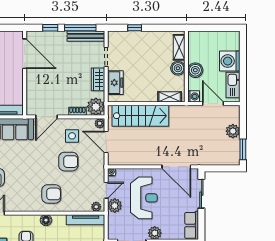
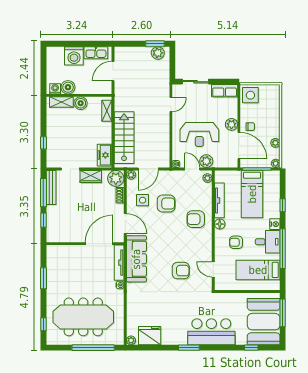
door: (25, 54) -> (99, 244), moved
boiler: (195, 70) -> (68, 87), moved
freezer: (115, 83) -> (104, 155), moved, turned -90
washing machine: (194, 96) -> (55, 89), moved
plant: (233, 131) -> (158, 53), moved
armchair: (68, 162) -> (166, 204), turned 90
door: (176, 167) -> (171, 105), width x0.53
armchair: (51, 194) -> (196, 219), turned -90
reception desk: (144, 198) -> (199, 134), turned 180
tv unit: (86, 220) -> (219, 200), moved

